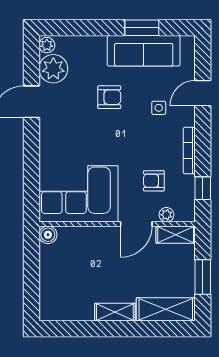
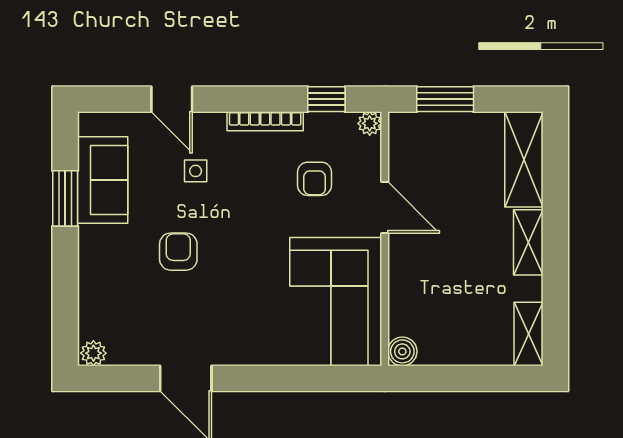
sofa: (144, 51) -> (103, 180), width x0.73
plant: (53, 69) -> (132, 343), removed
plant: (166, 215) -> (370, 123), moved
shelving: (176, 235) -> (529, 334), moved
window: (203, 277) -> (445, 99), moved

